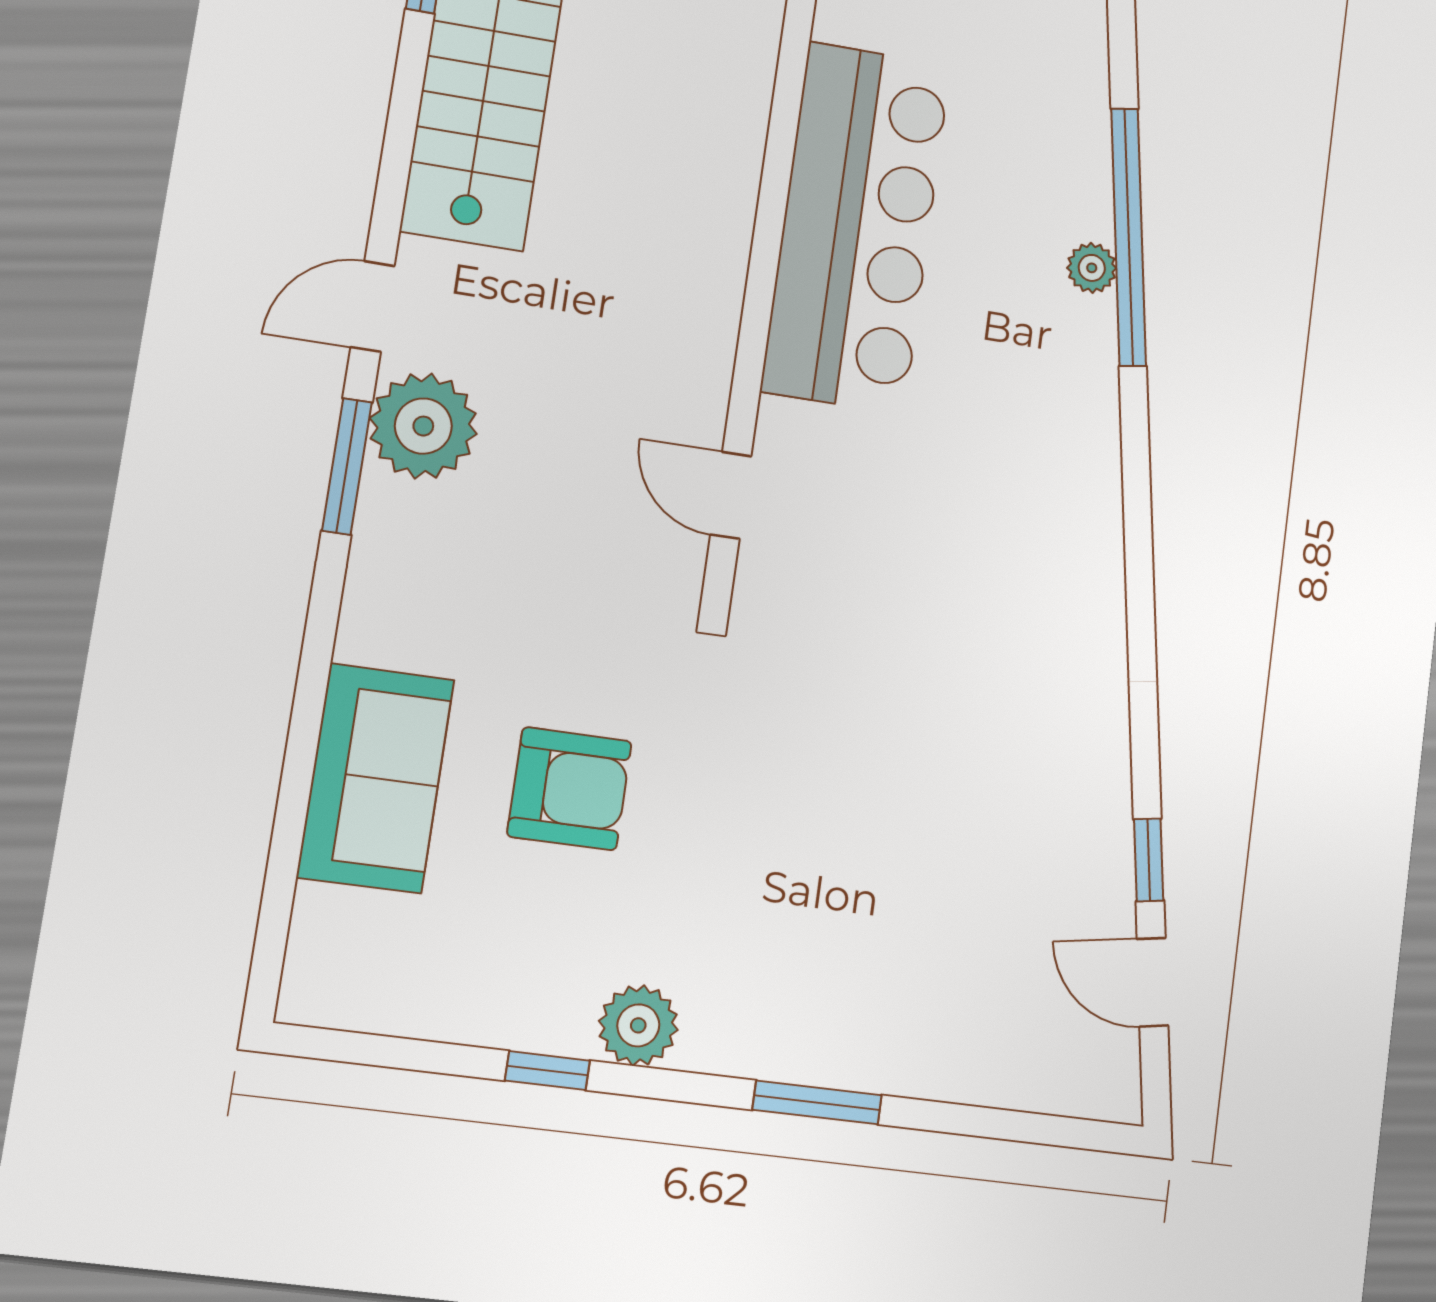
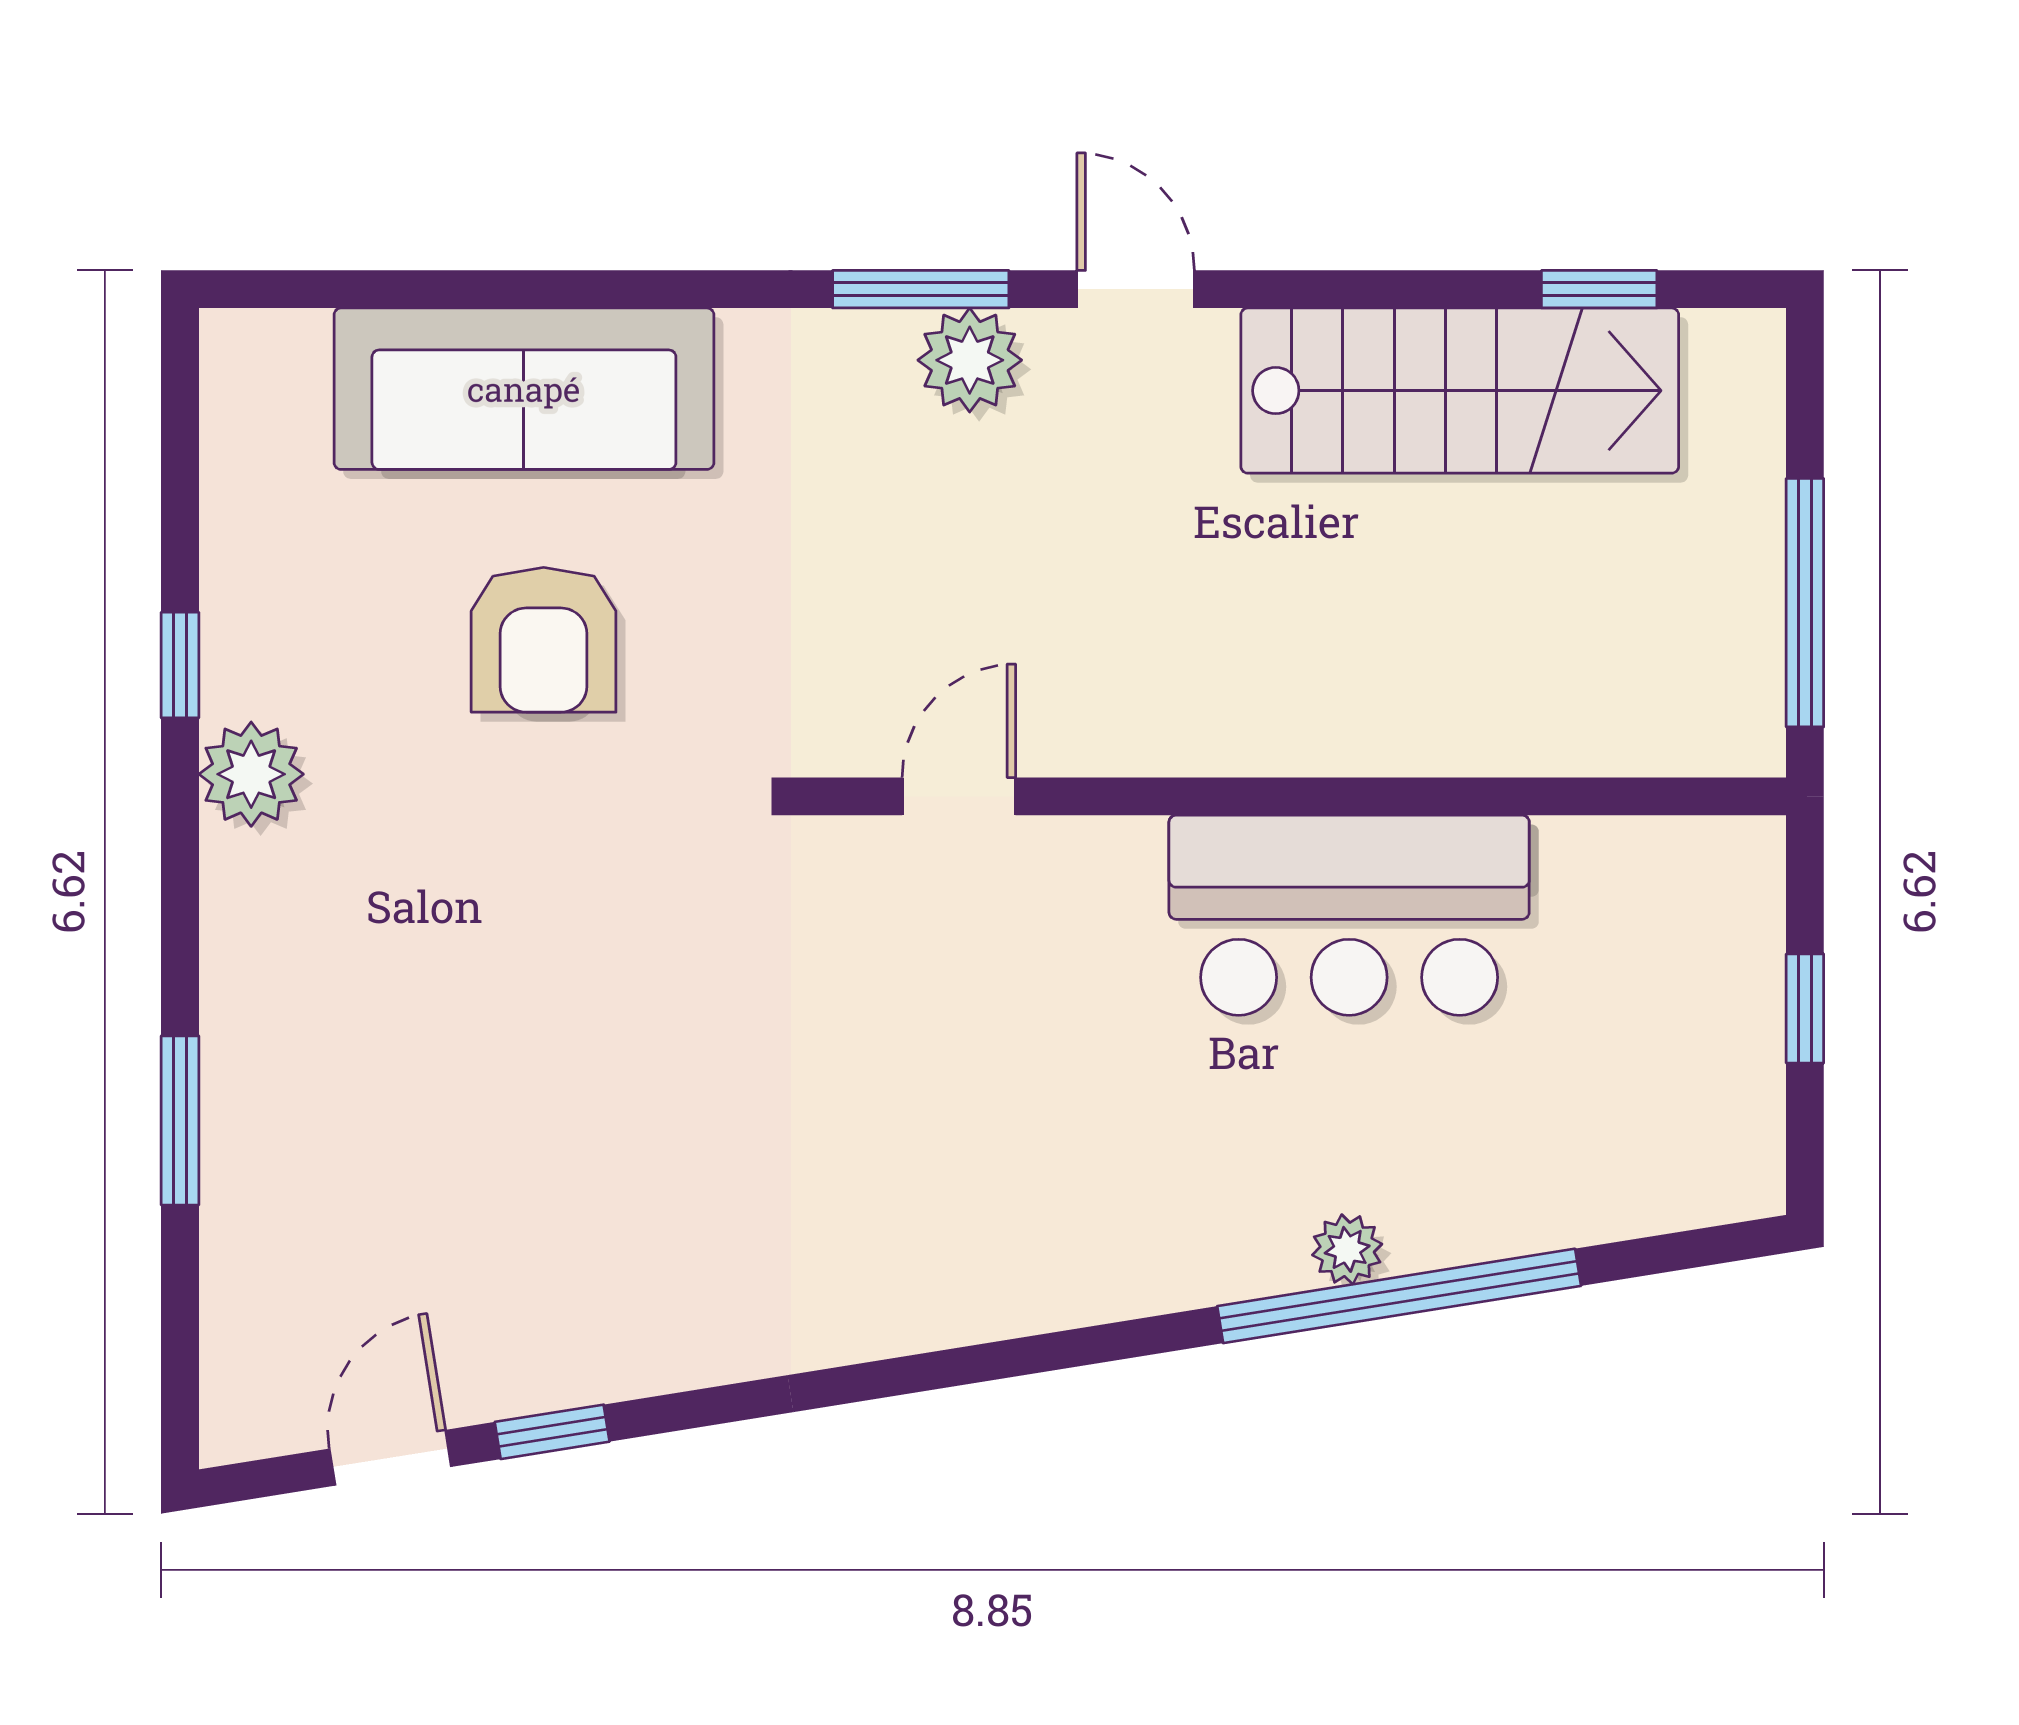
bar counter: (856, 227) -> (1349, 915), width x0.73
plant: (423, 426) -> (970, 360), width x0.73, depth x0.73
sofa: (376, 778) -> (524, 389), width x1.36
window: (817, 1102) -> (180, 1120), moved

